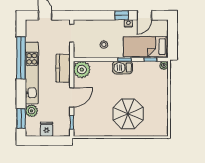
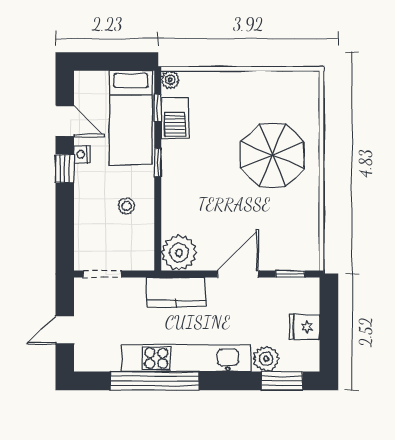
barbecue: (123, 68) -> (175, 118), moved
door: (72, 97) -> (238, 274), hinge flipped

